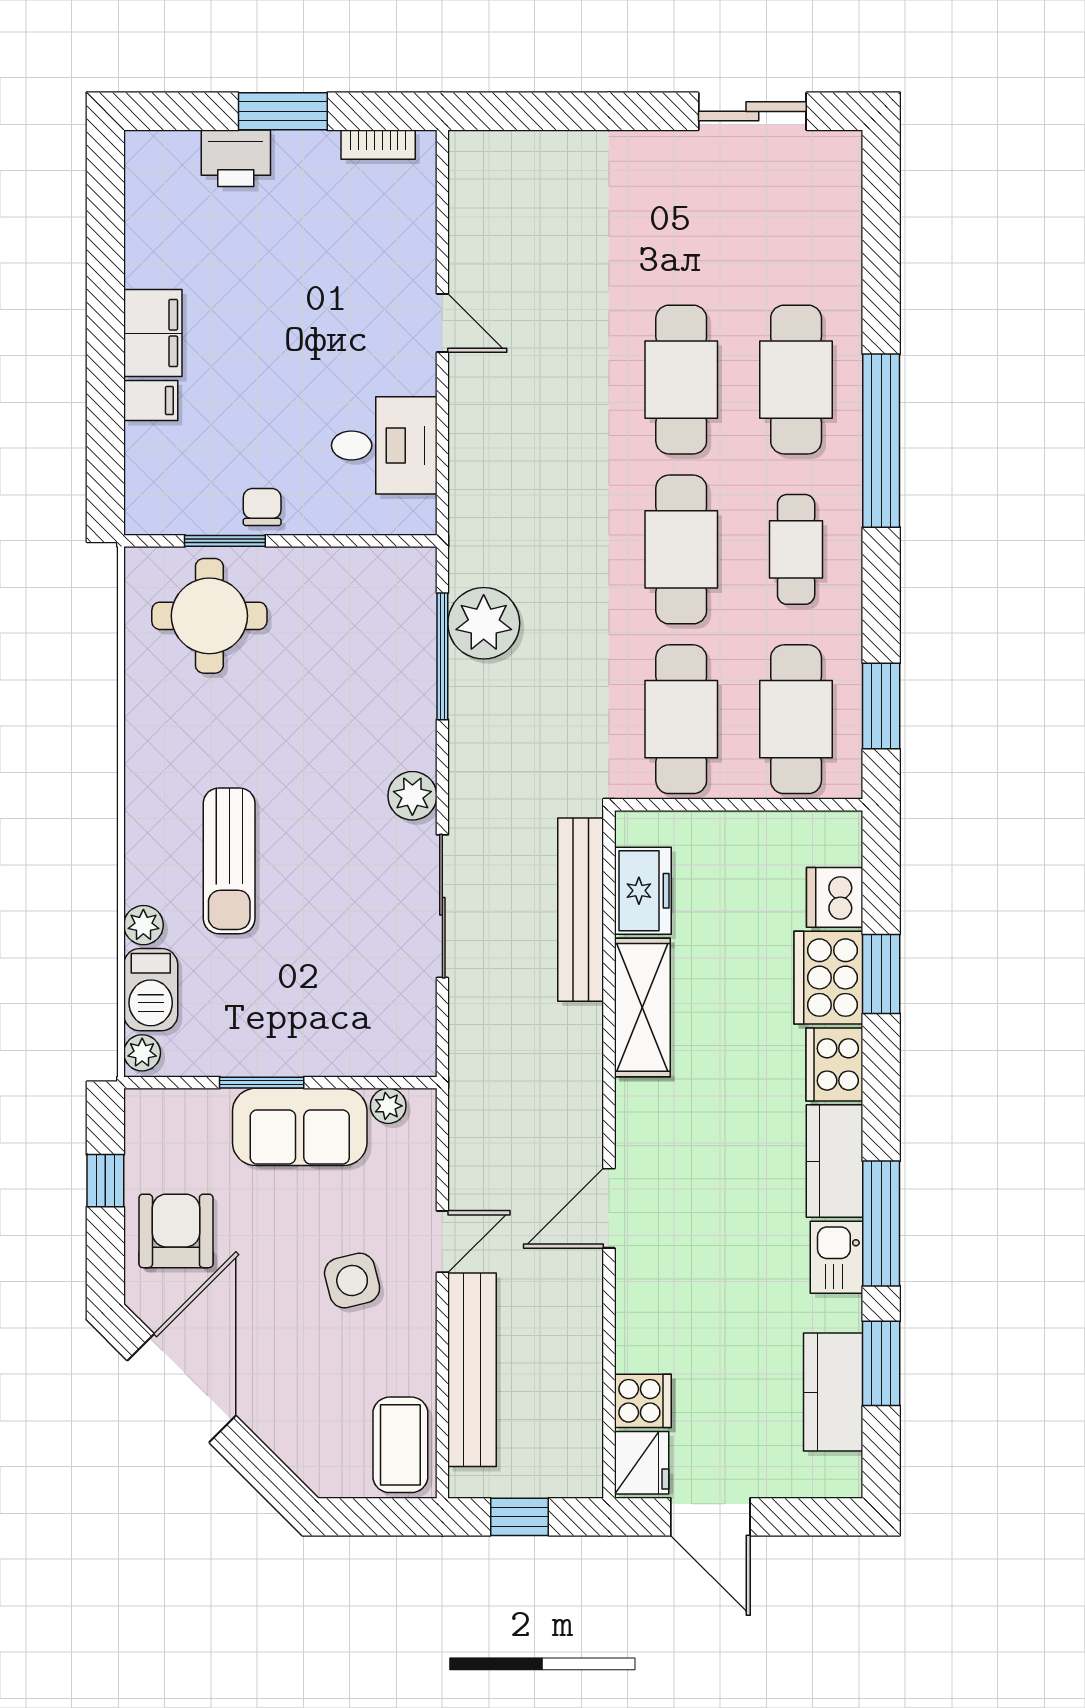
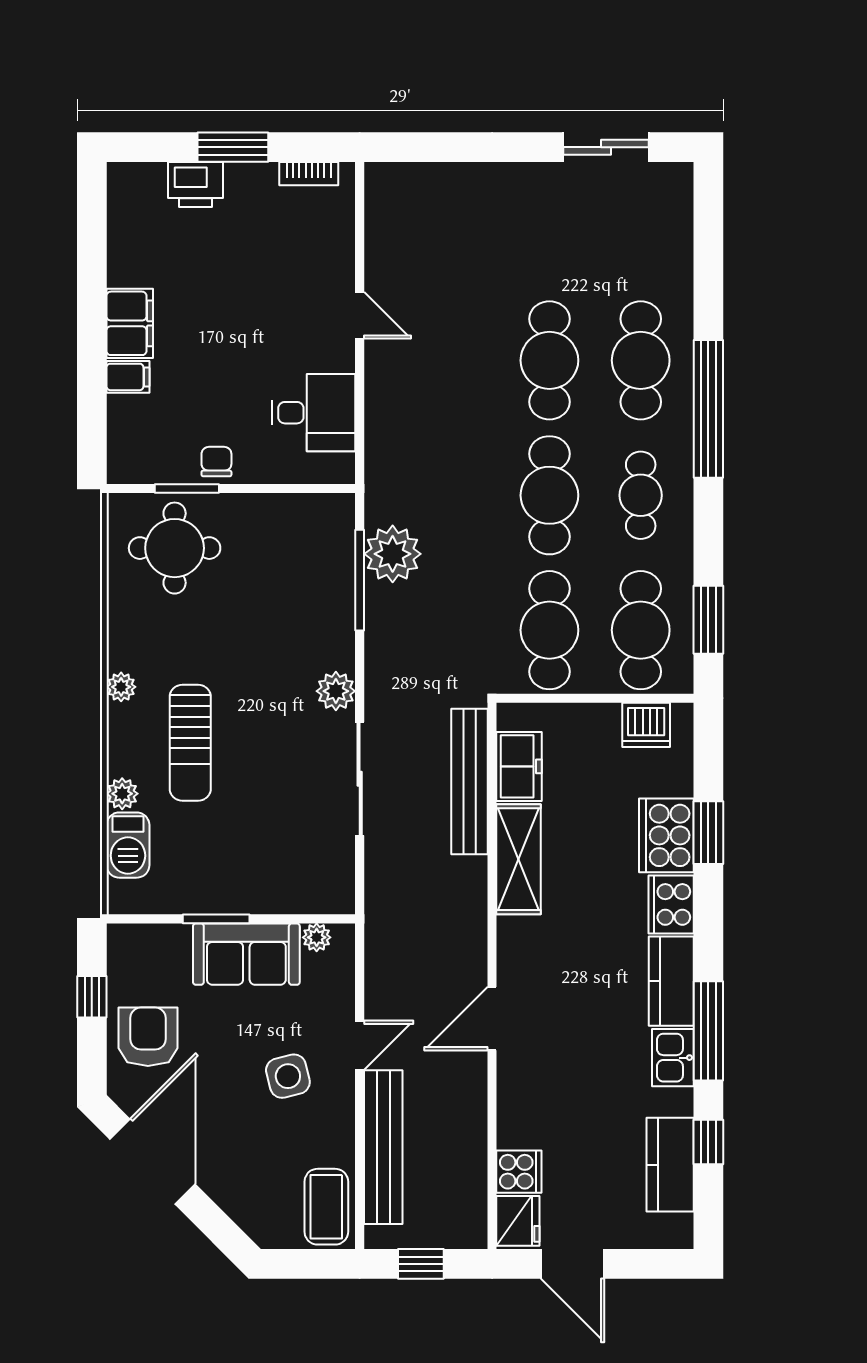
dishwasher: (835, 897) -> (646, 725), moved, turned -90
plant: (142, 1053) -> (121, 687), moved
window: (881, 1363) -> (708, 1142), width x0.67

